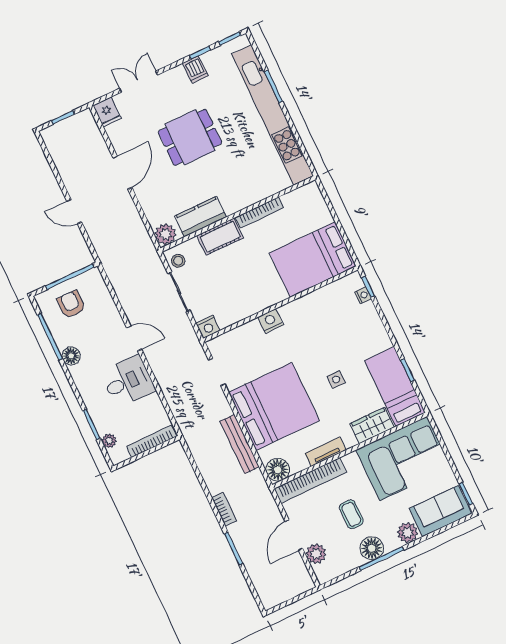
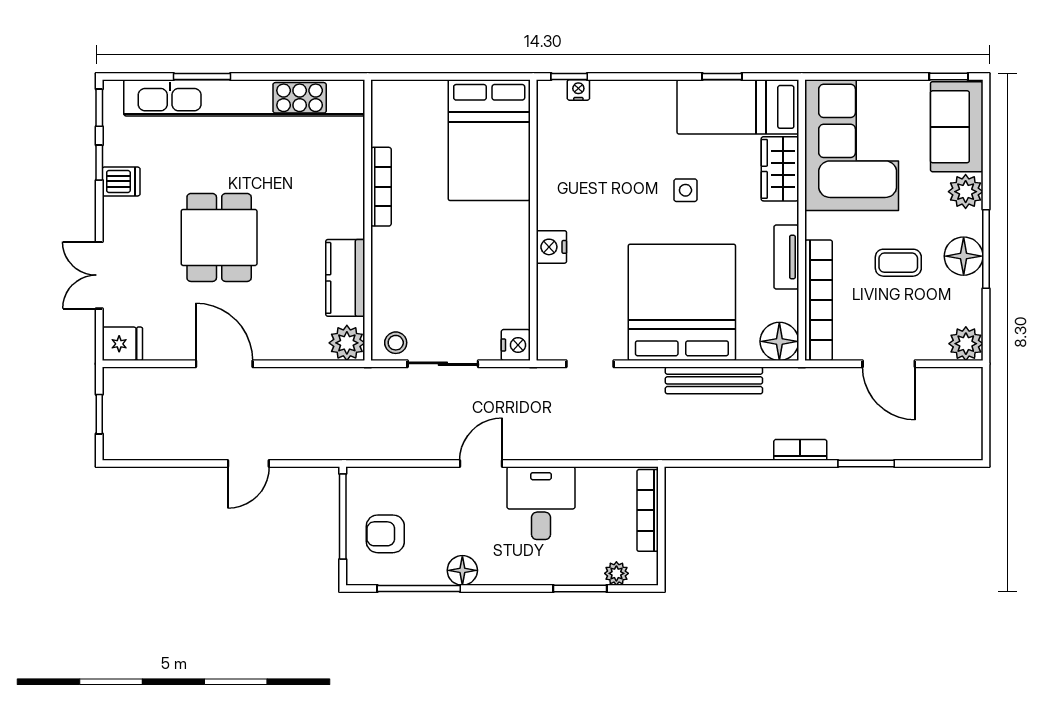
cot: (220, 237) -> (389, 263), removed
plant: (316, 554) -> (966, 344), moved

